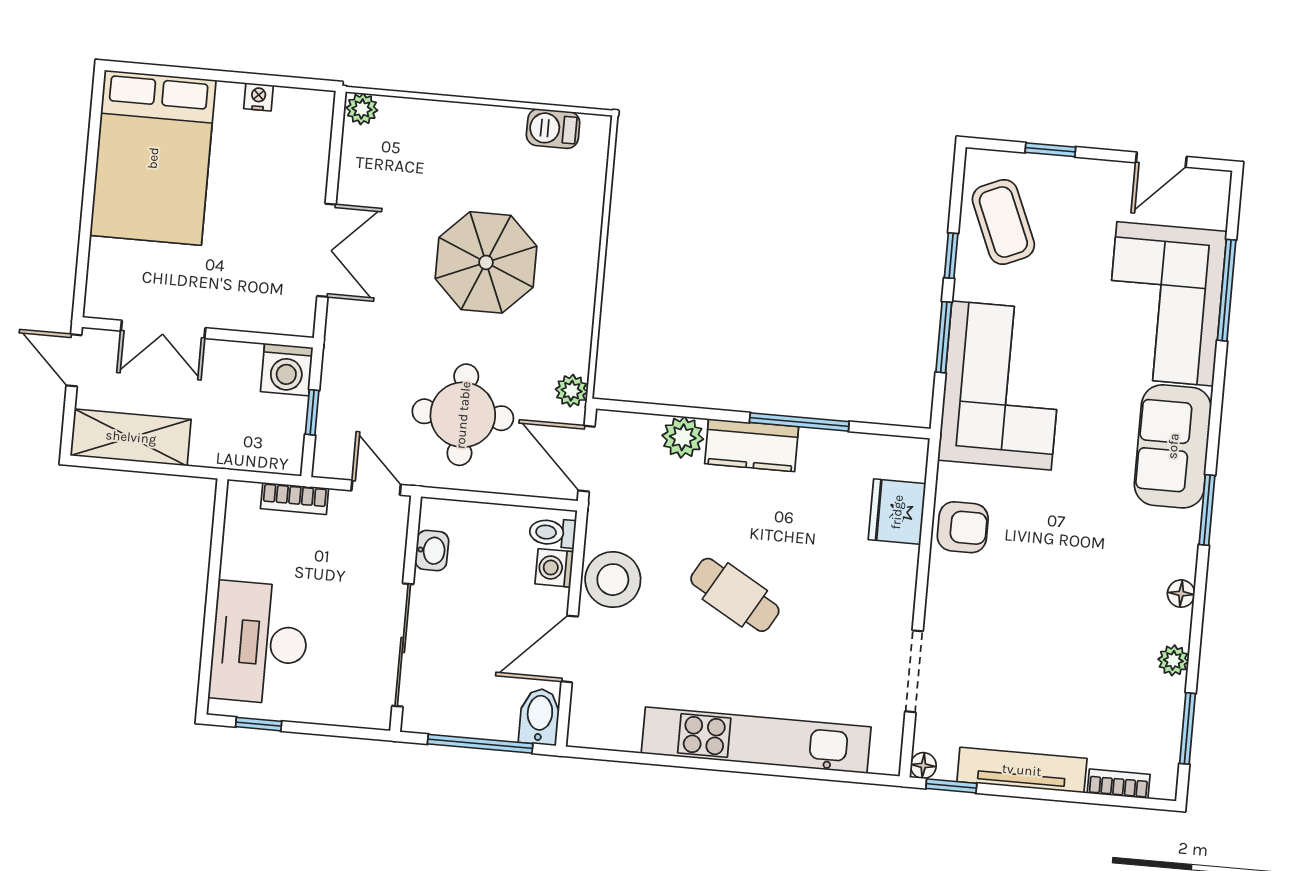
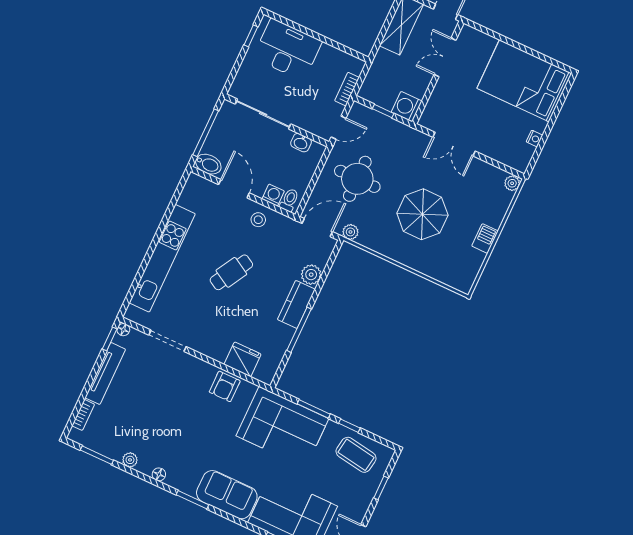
barbecue: (553, 129) -> (485, 239), moved
coffee table: (1003, 222) -> (356, 455), turned 32
stool: (613, 580) -> (258, 220), width x0.53, depth x0.53

